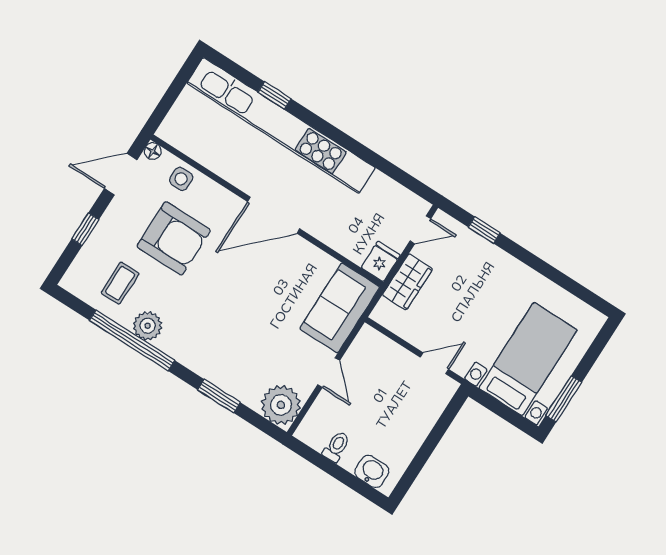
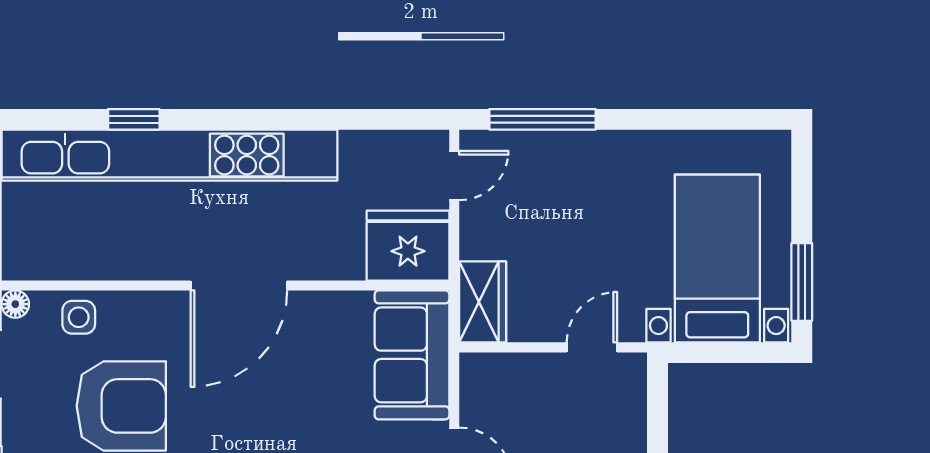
window: (484, 230) -> (542, 119), width x2.17
fridge: (381, 261) -> (408, 246), width x1.88, depth x1.34
wardrobe: (408, 282) -> (483, 302), moved

